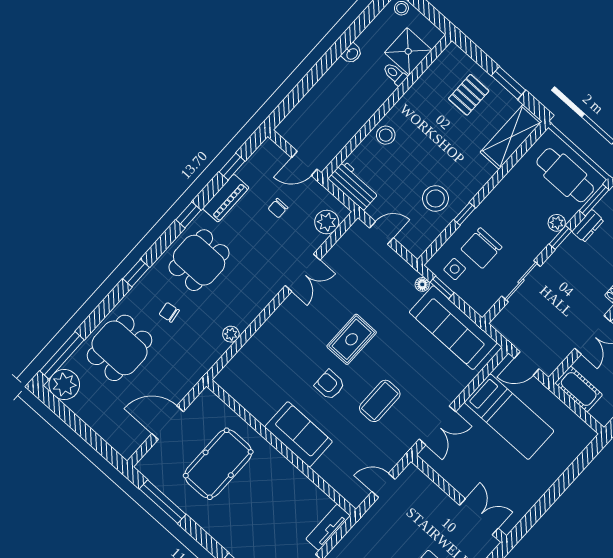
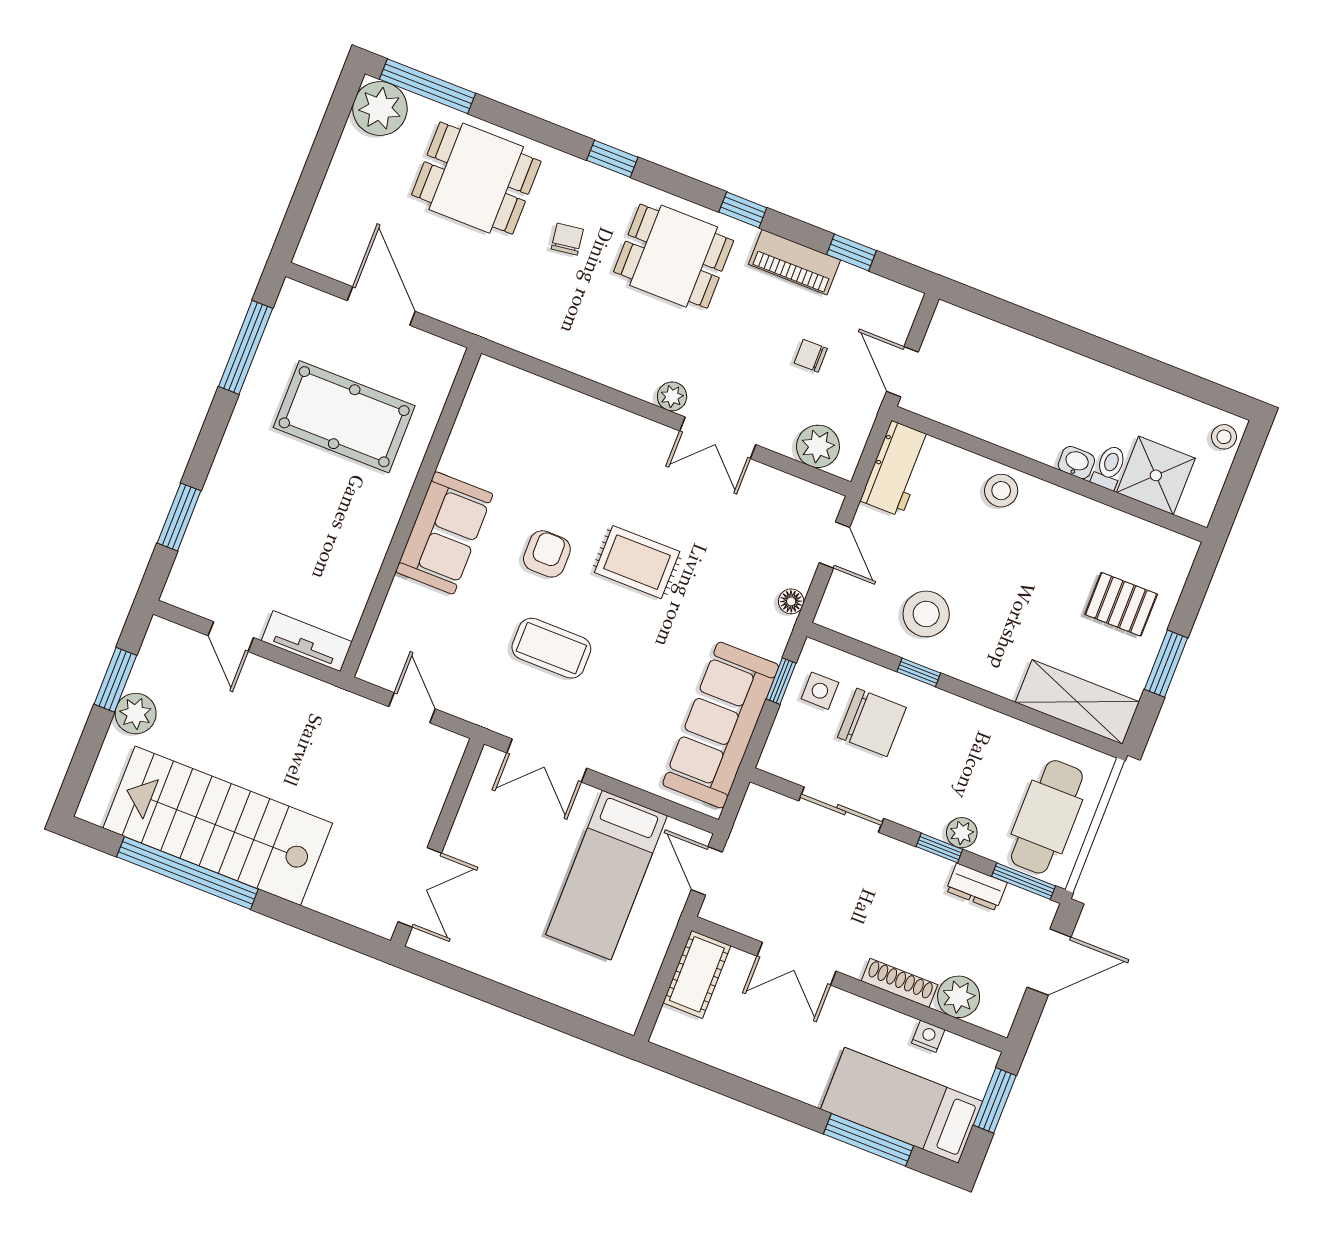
washbasin: (352, 54) -> (1076, 463), moved, turned 180
chair: (481, 248) -> (872, 722), turned 180
floor lamp: (422, 284) -> (791, 601), moved
plant: (231, 334) -> (672, 396), moved

